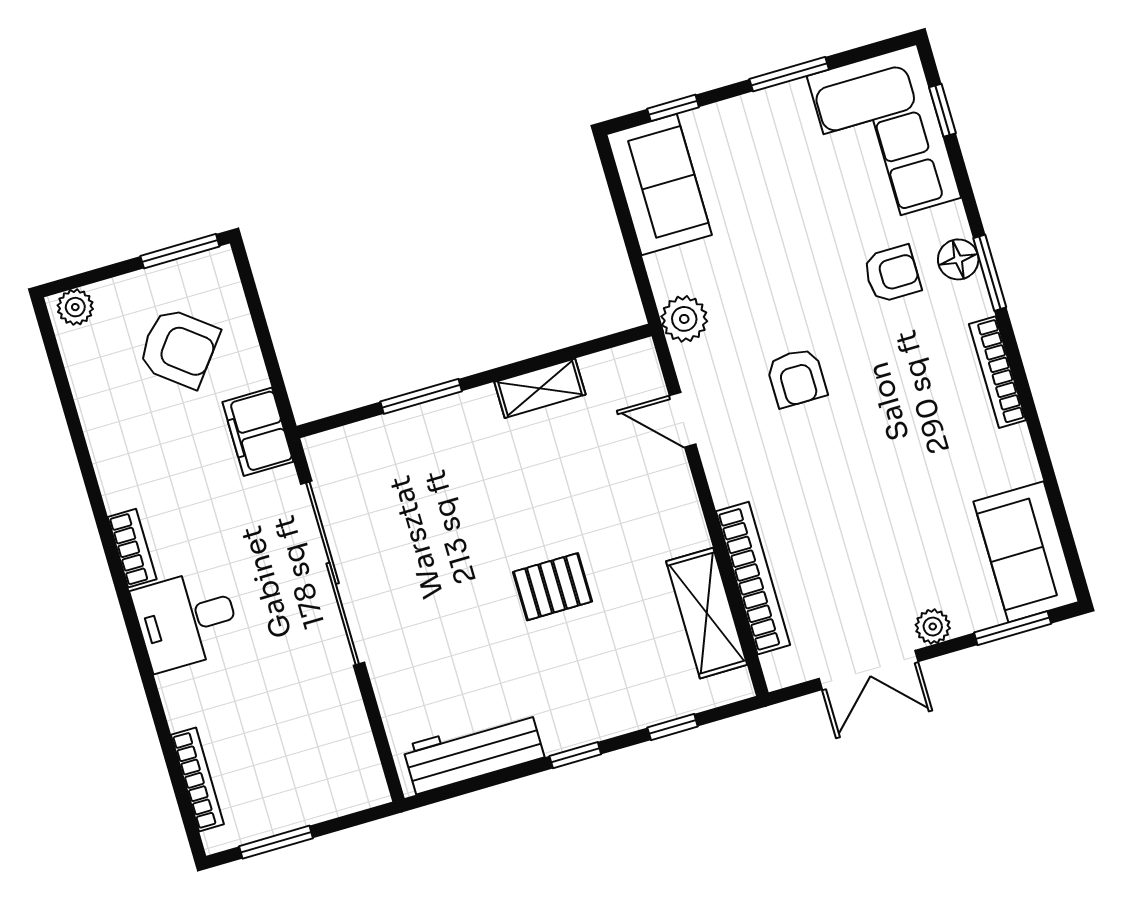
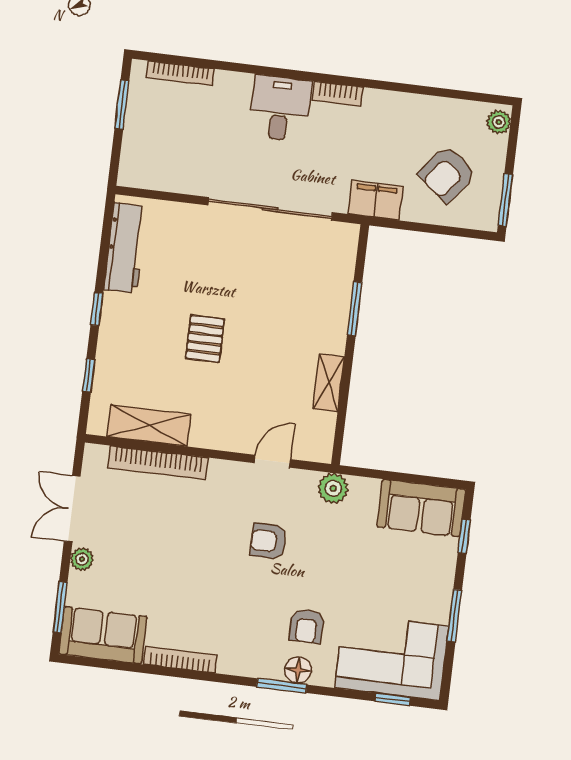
bookcase: (997, 372) -> (180, 660), moved

